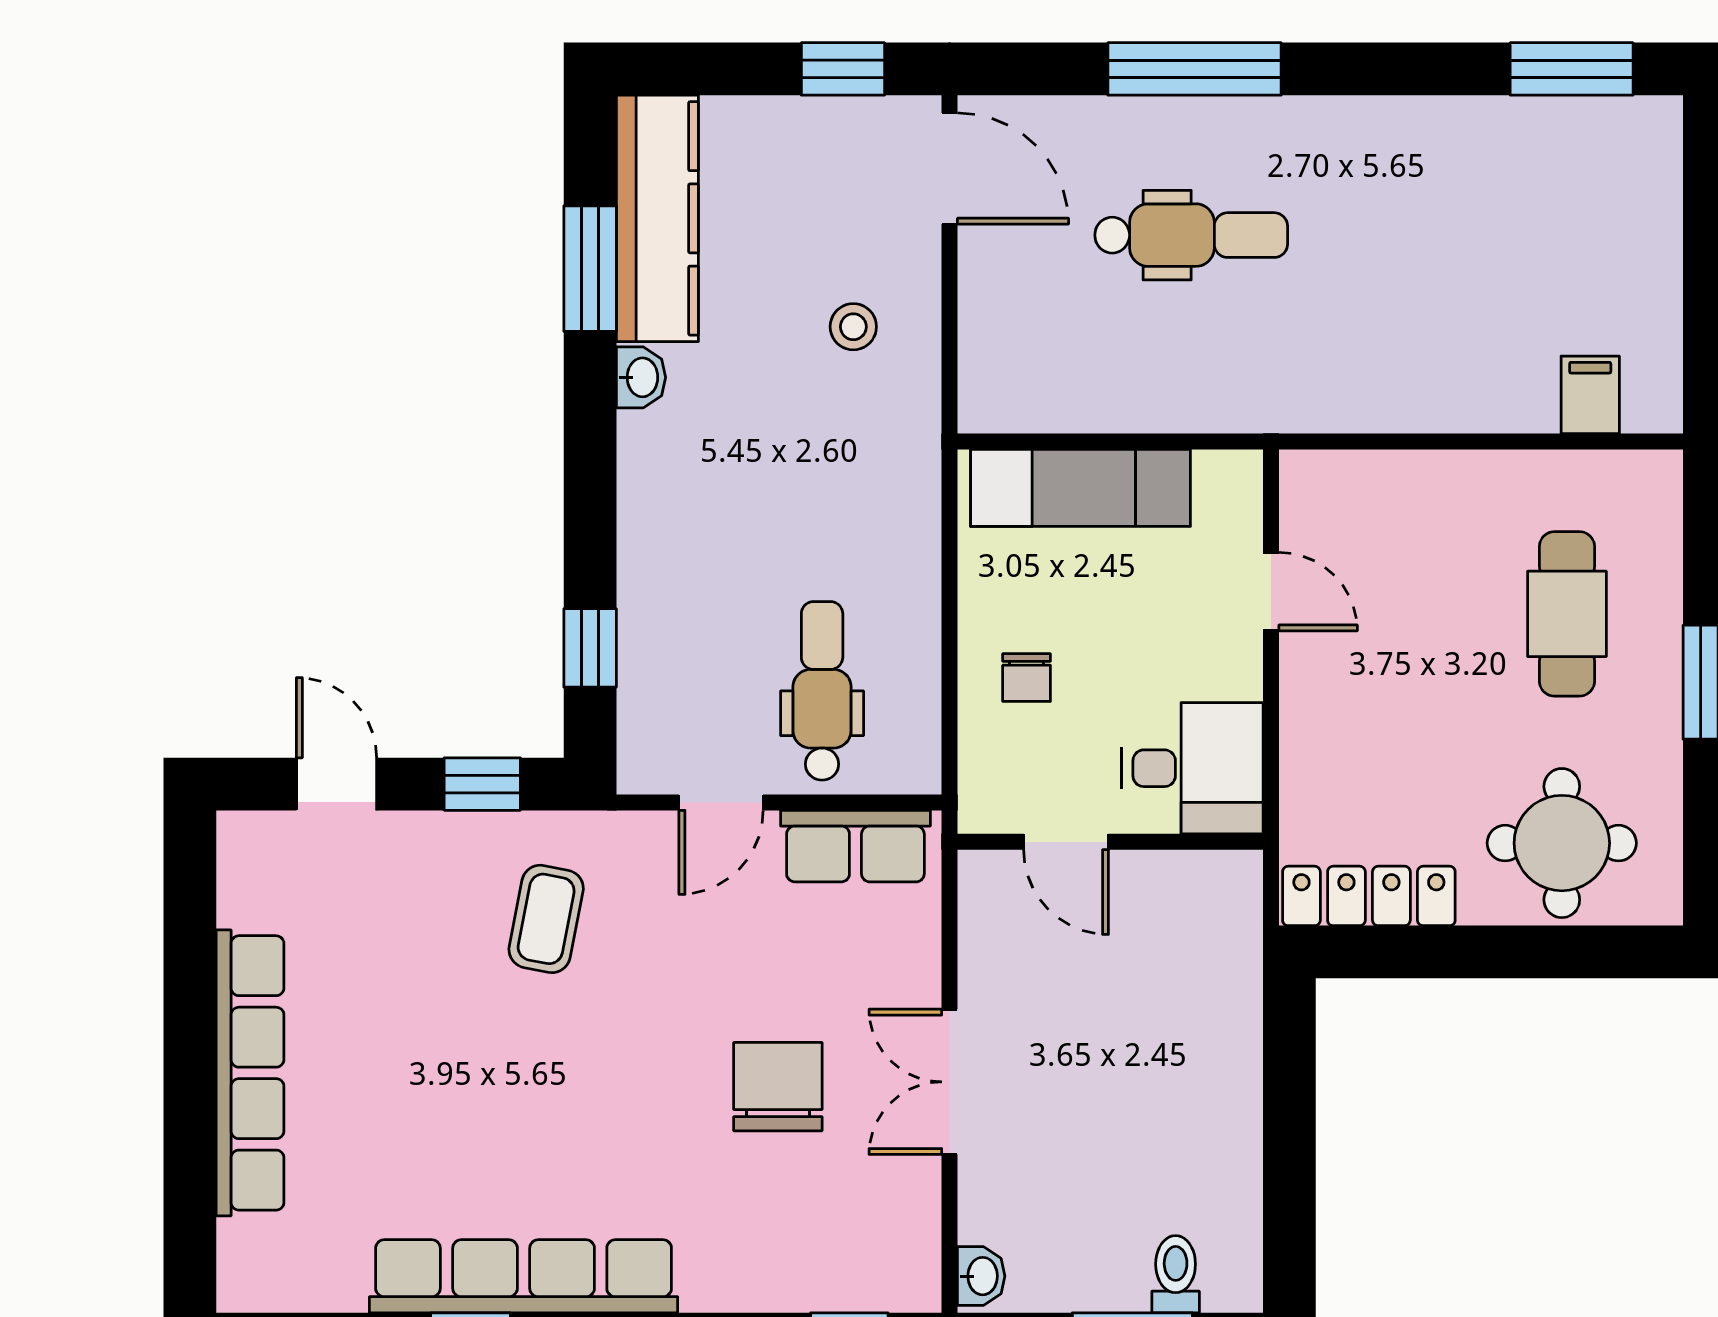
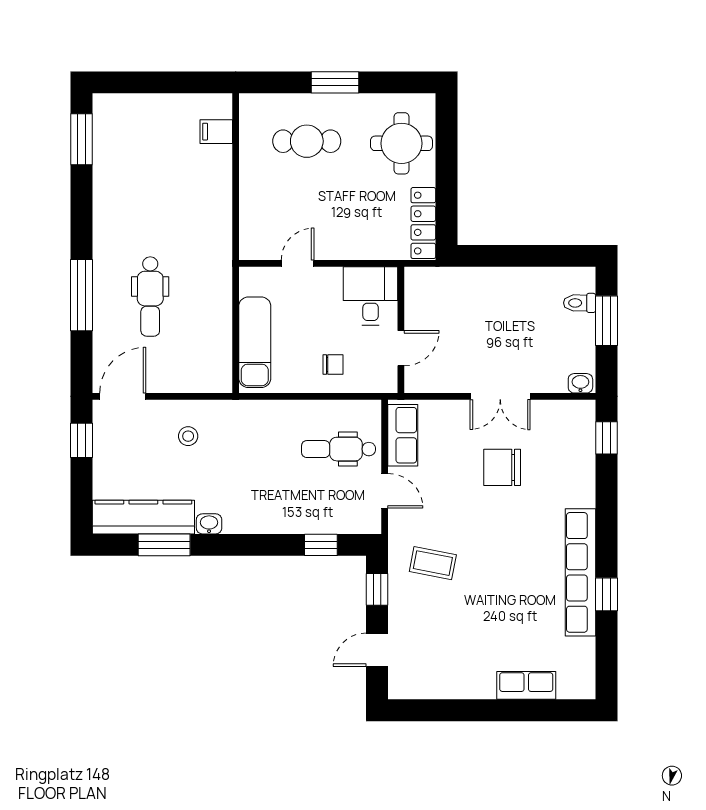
dental chair: (1191, 235) -> (150, 296), turned 180
row of seats: (250, 1073) -> (526, 685), width x0.50

